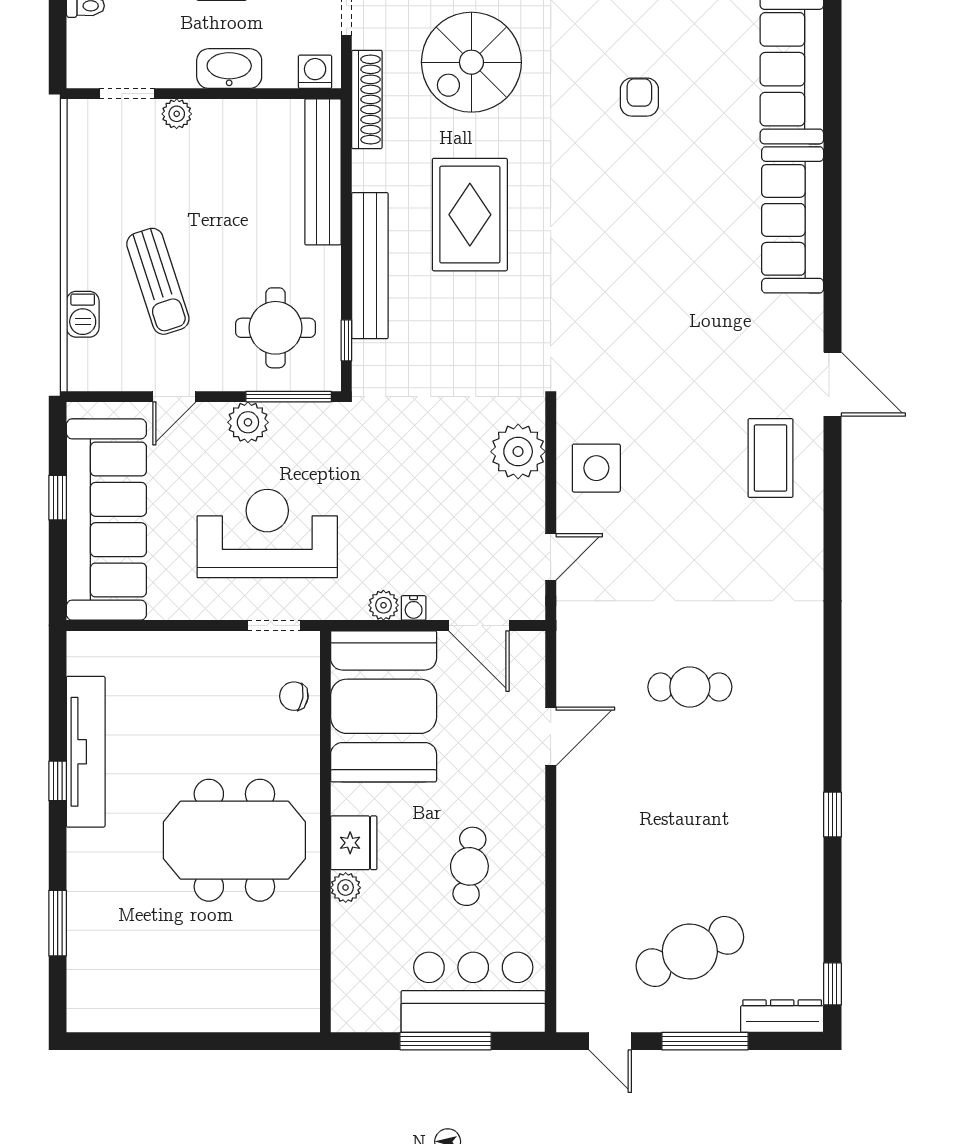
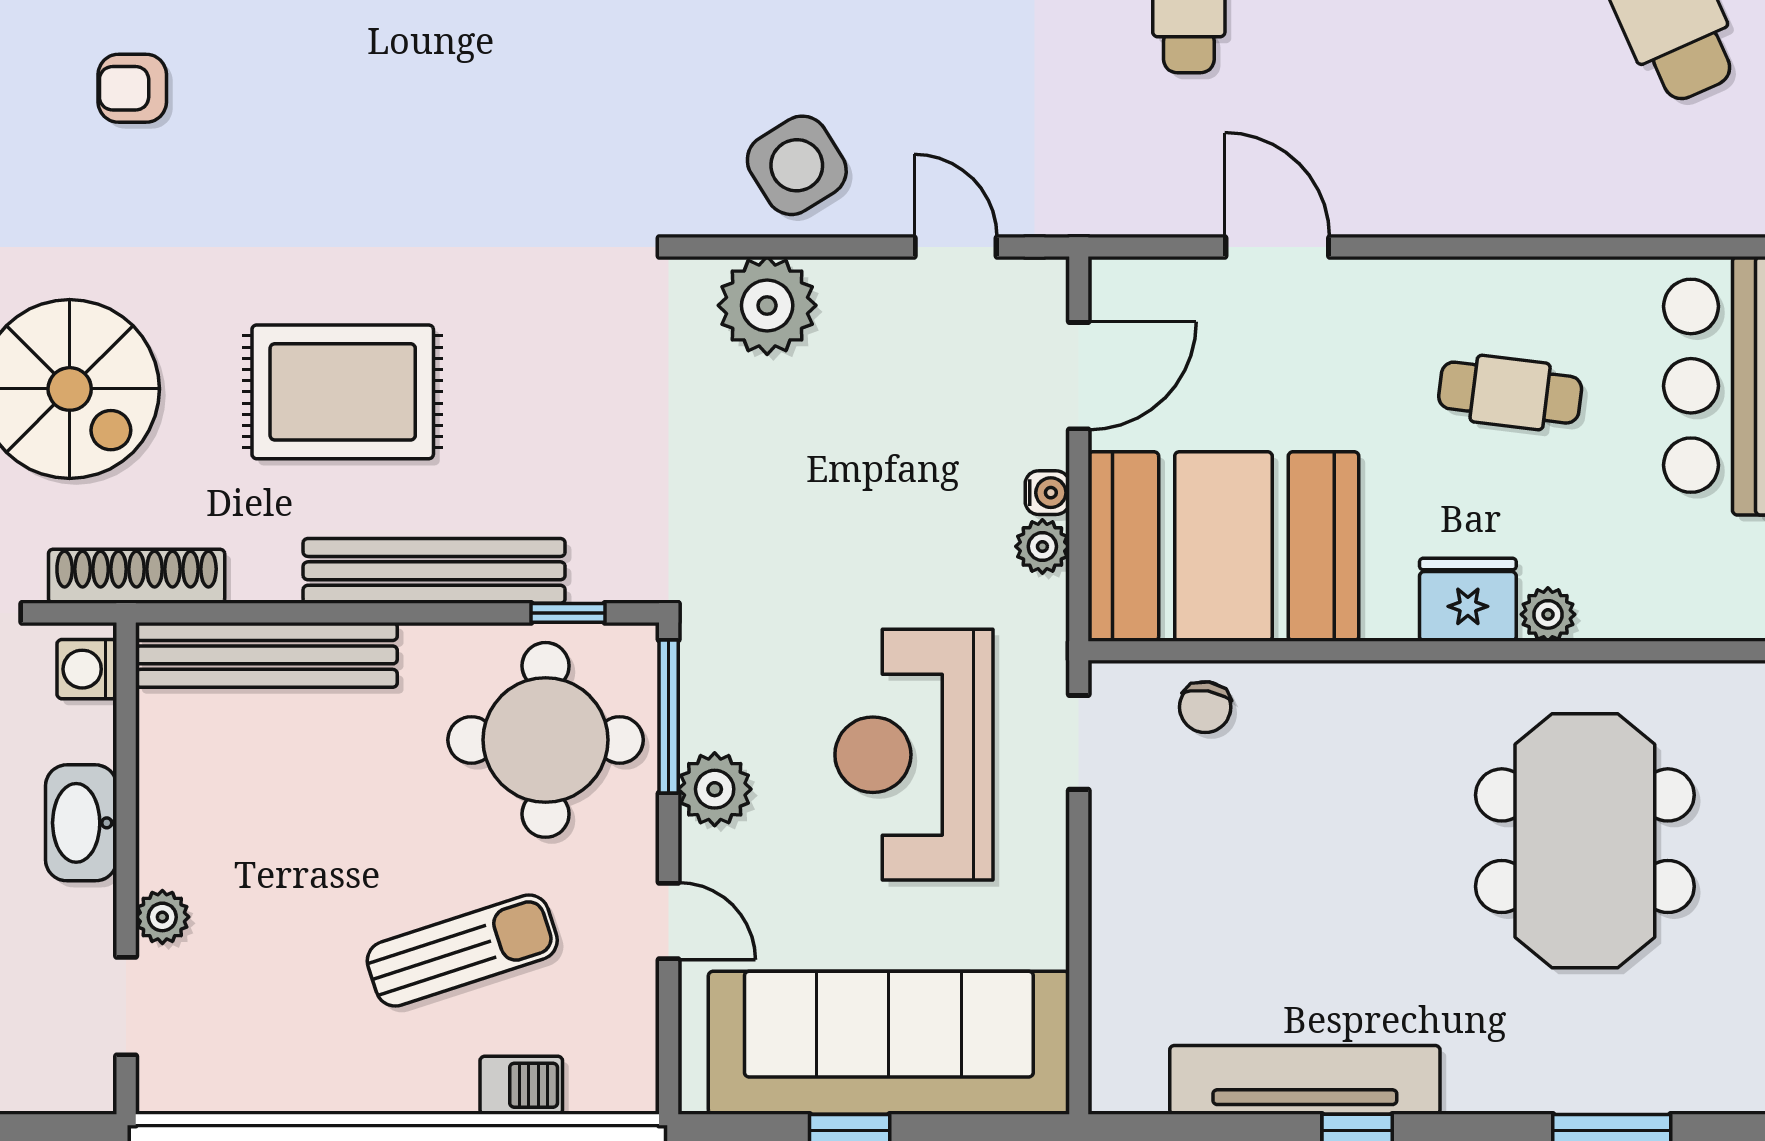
round table: (275, 328) -> (546, 740), width x1.36, depth x1.36
side table: (596, 468) -> (797, 165), turned -32
meeting table: (234, 840) -> (1585, 841), moved

